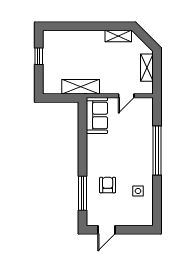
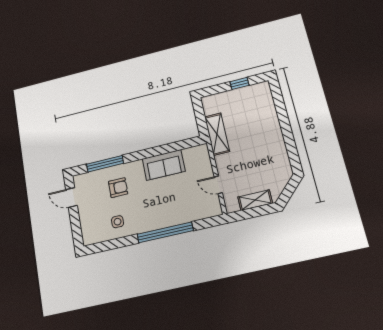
shelving: (118, 36) -> (283, 160), removed
sofa: (97, 115) -> (164, 165), moved

